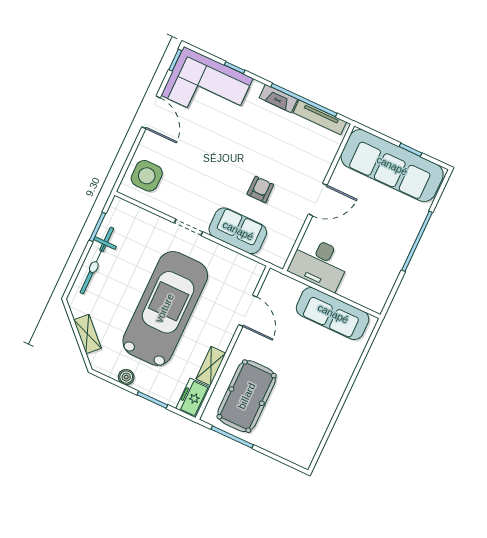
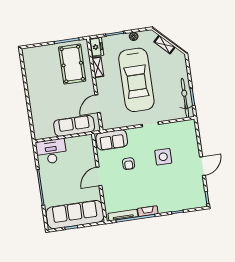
corner sofa: (207, 87) -> (184, 195), removed
door: (151, 112) -> (202, 166), swing flipped
side table: (147, 176) -> (163, 157), moved
sofa: (238, 231) -> (112, 140), moved
bicycle: (97, 260) -> (185, 98), moved
desk: (319, 263) -> (51, 151), moved
door: (248, 311) -> (98, 104), hinge flipped
sofa: (333, 314) -> (74, 126), moved

